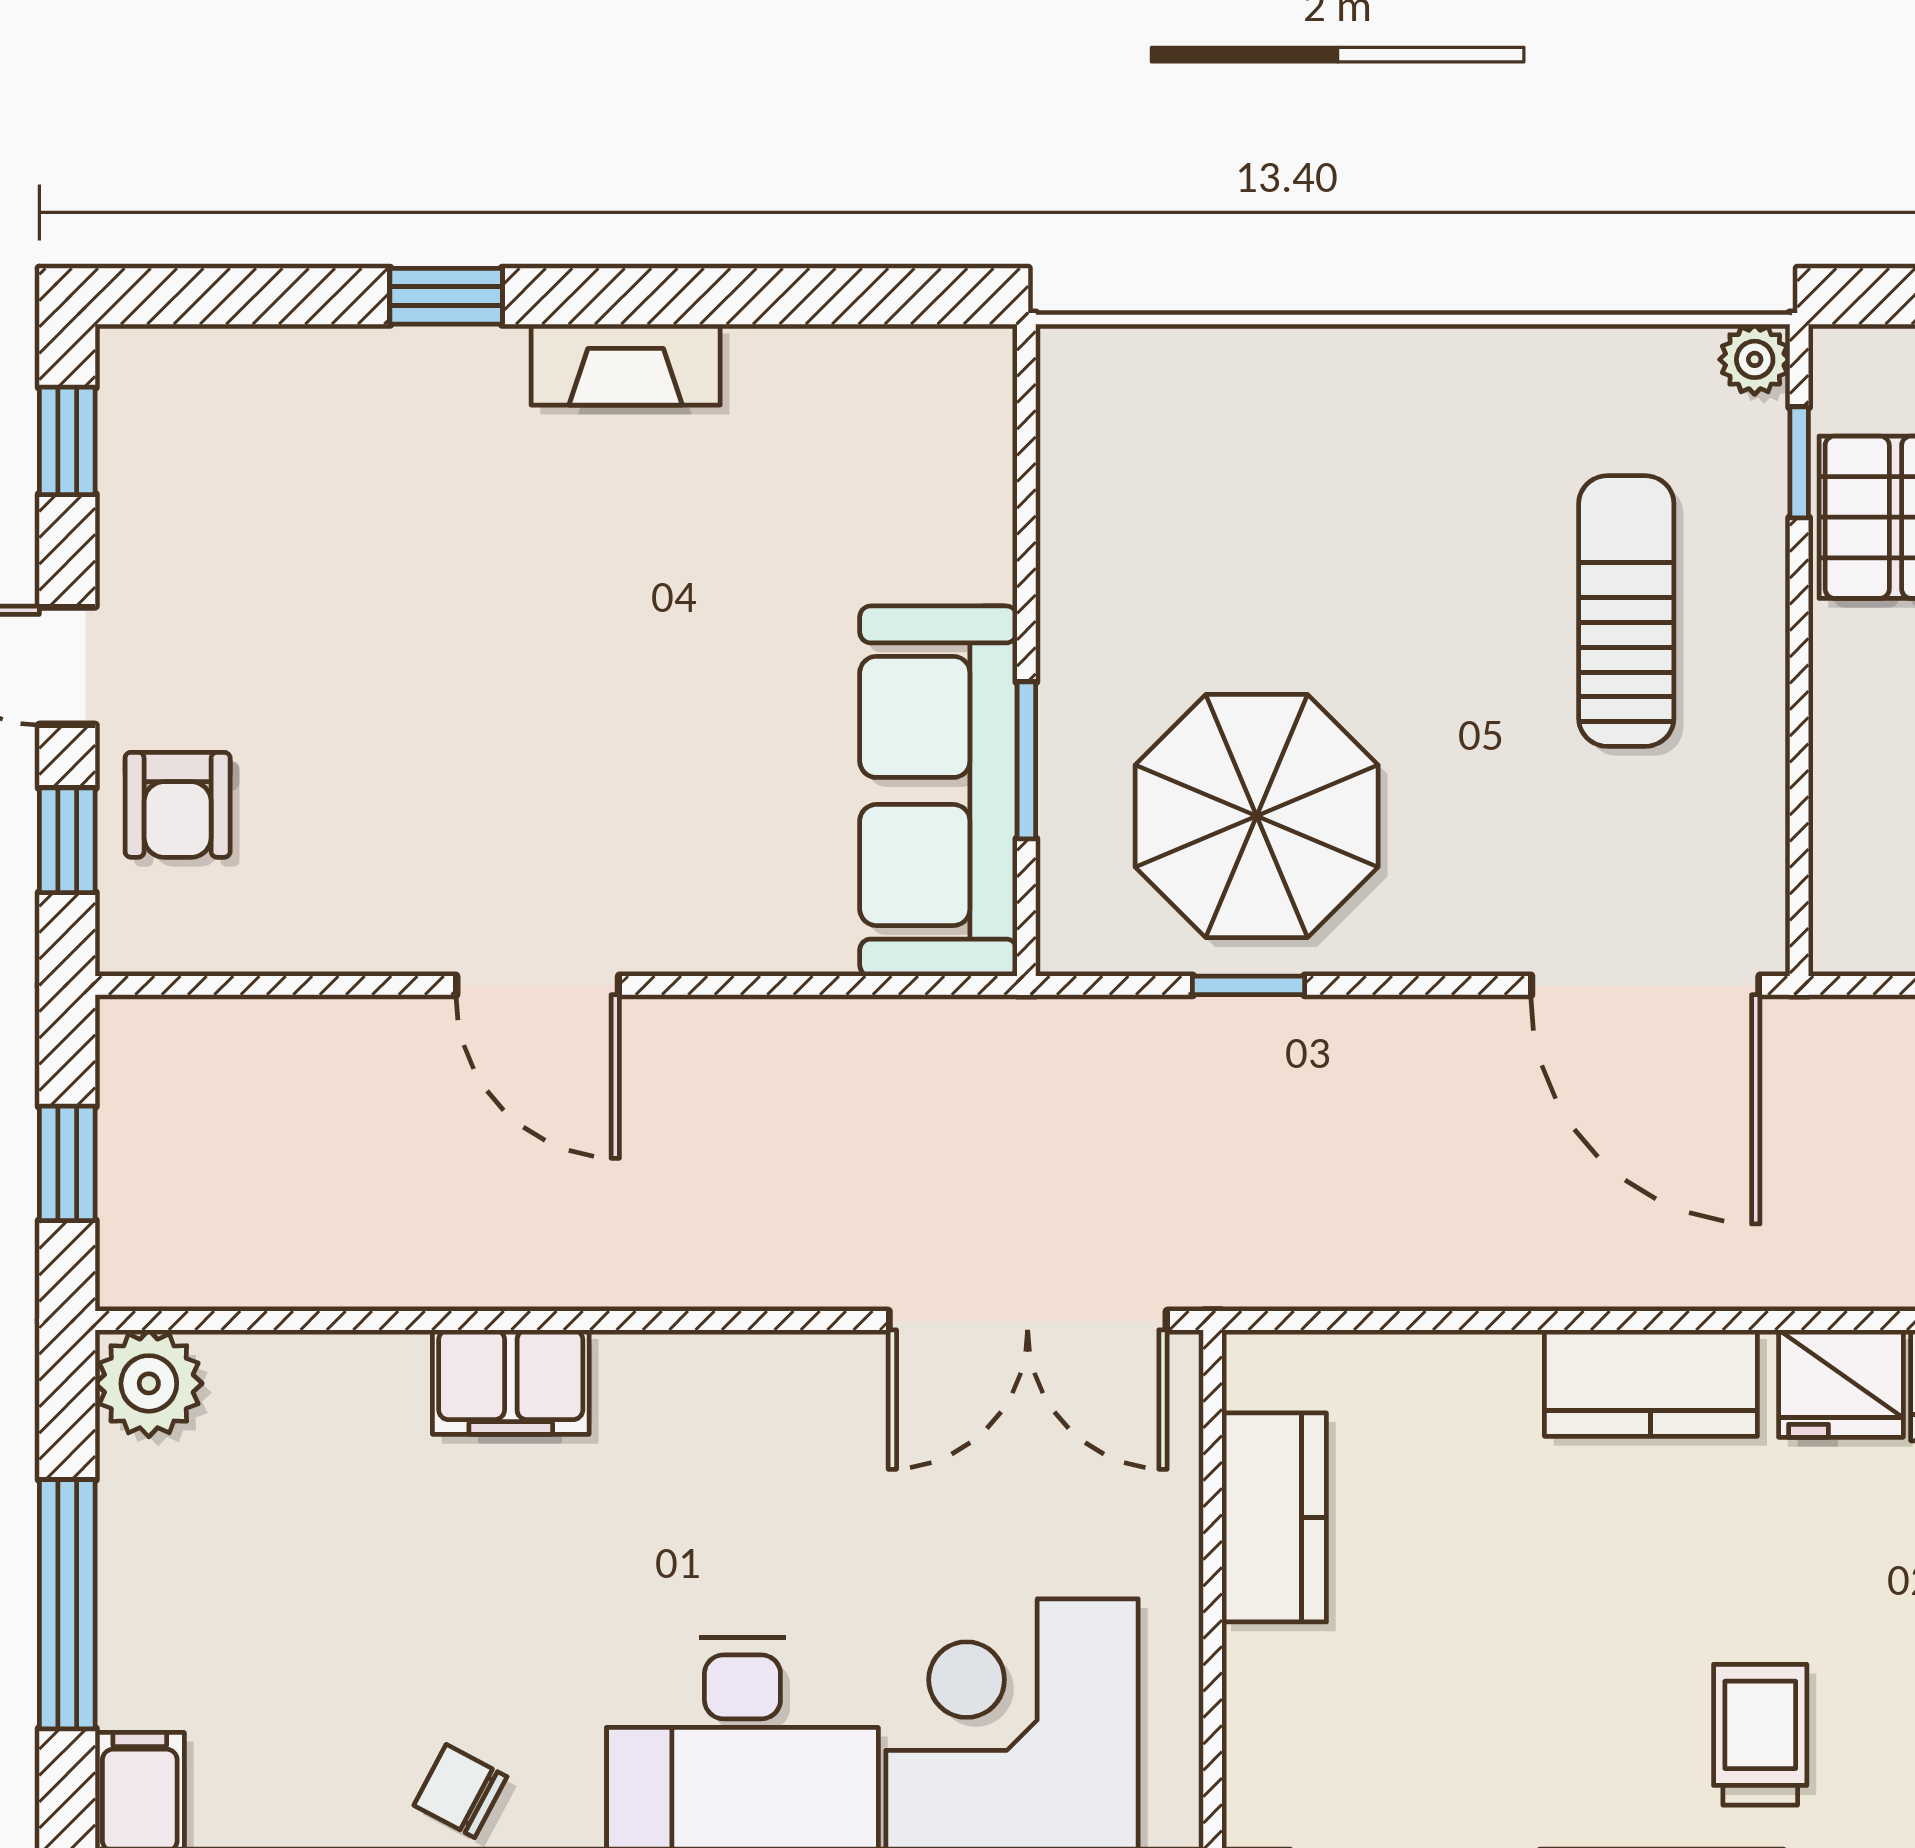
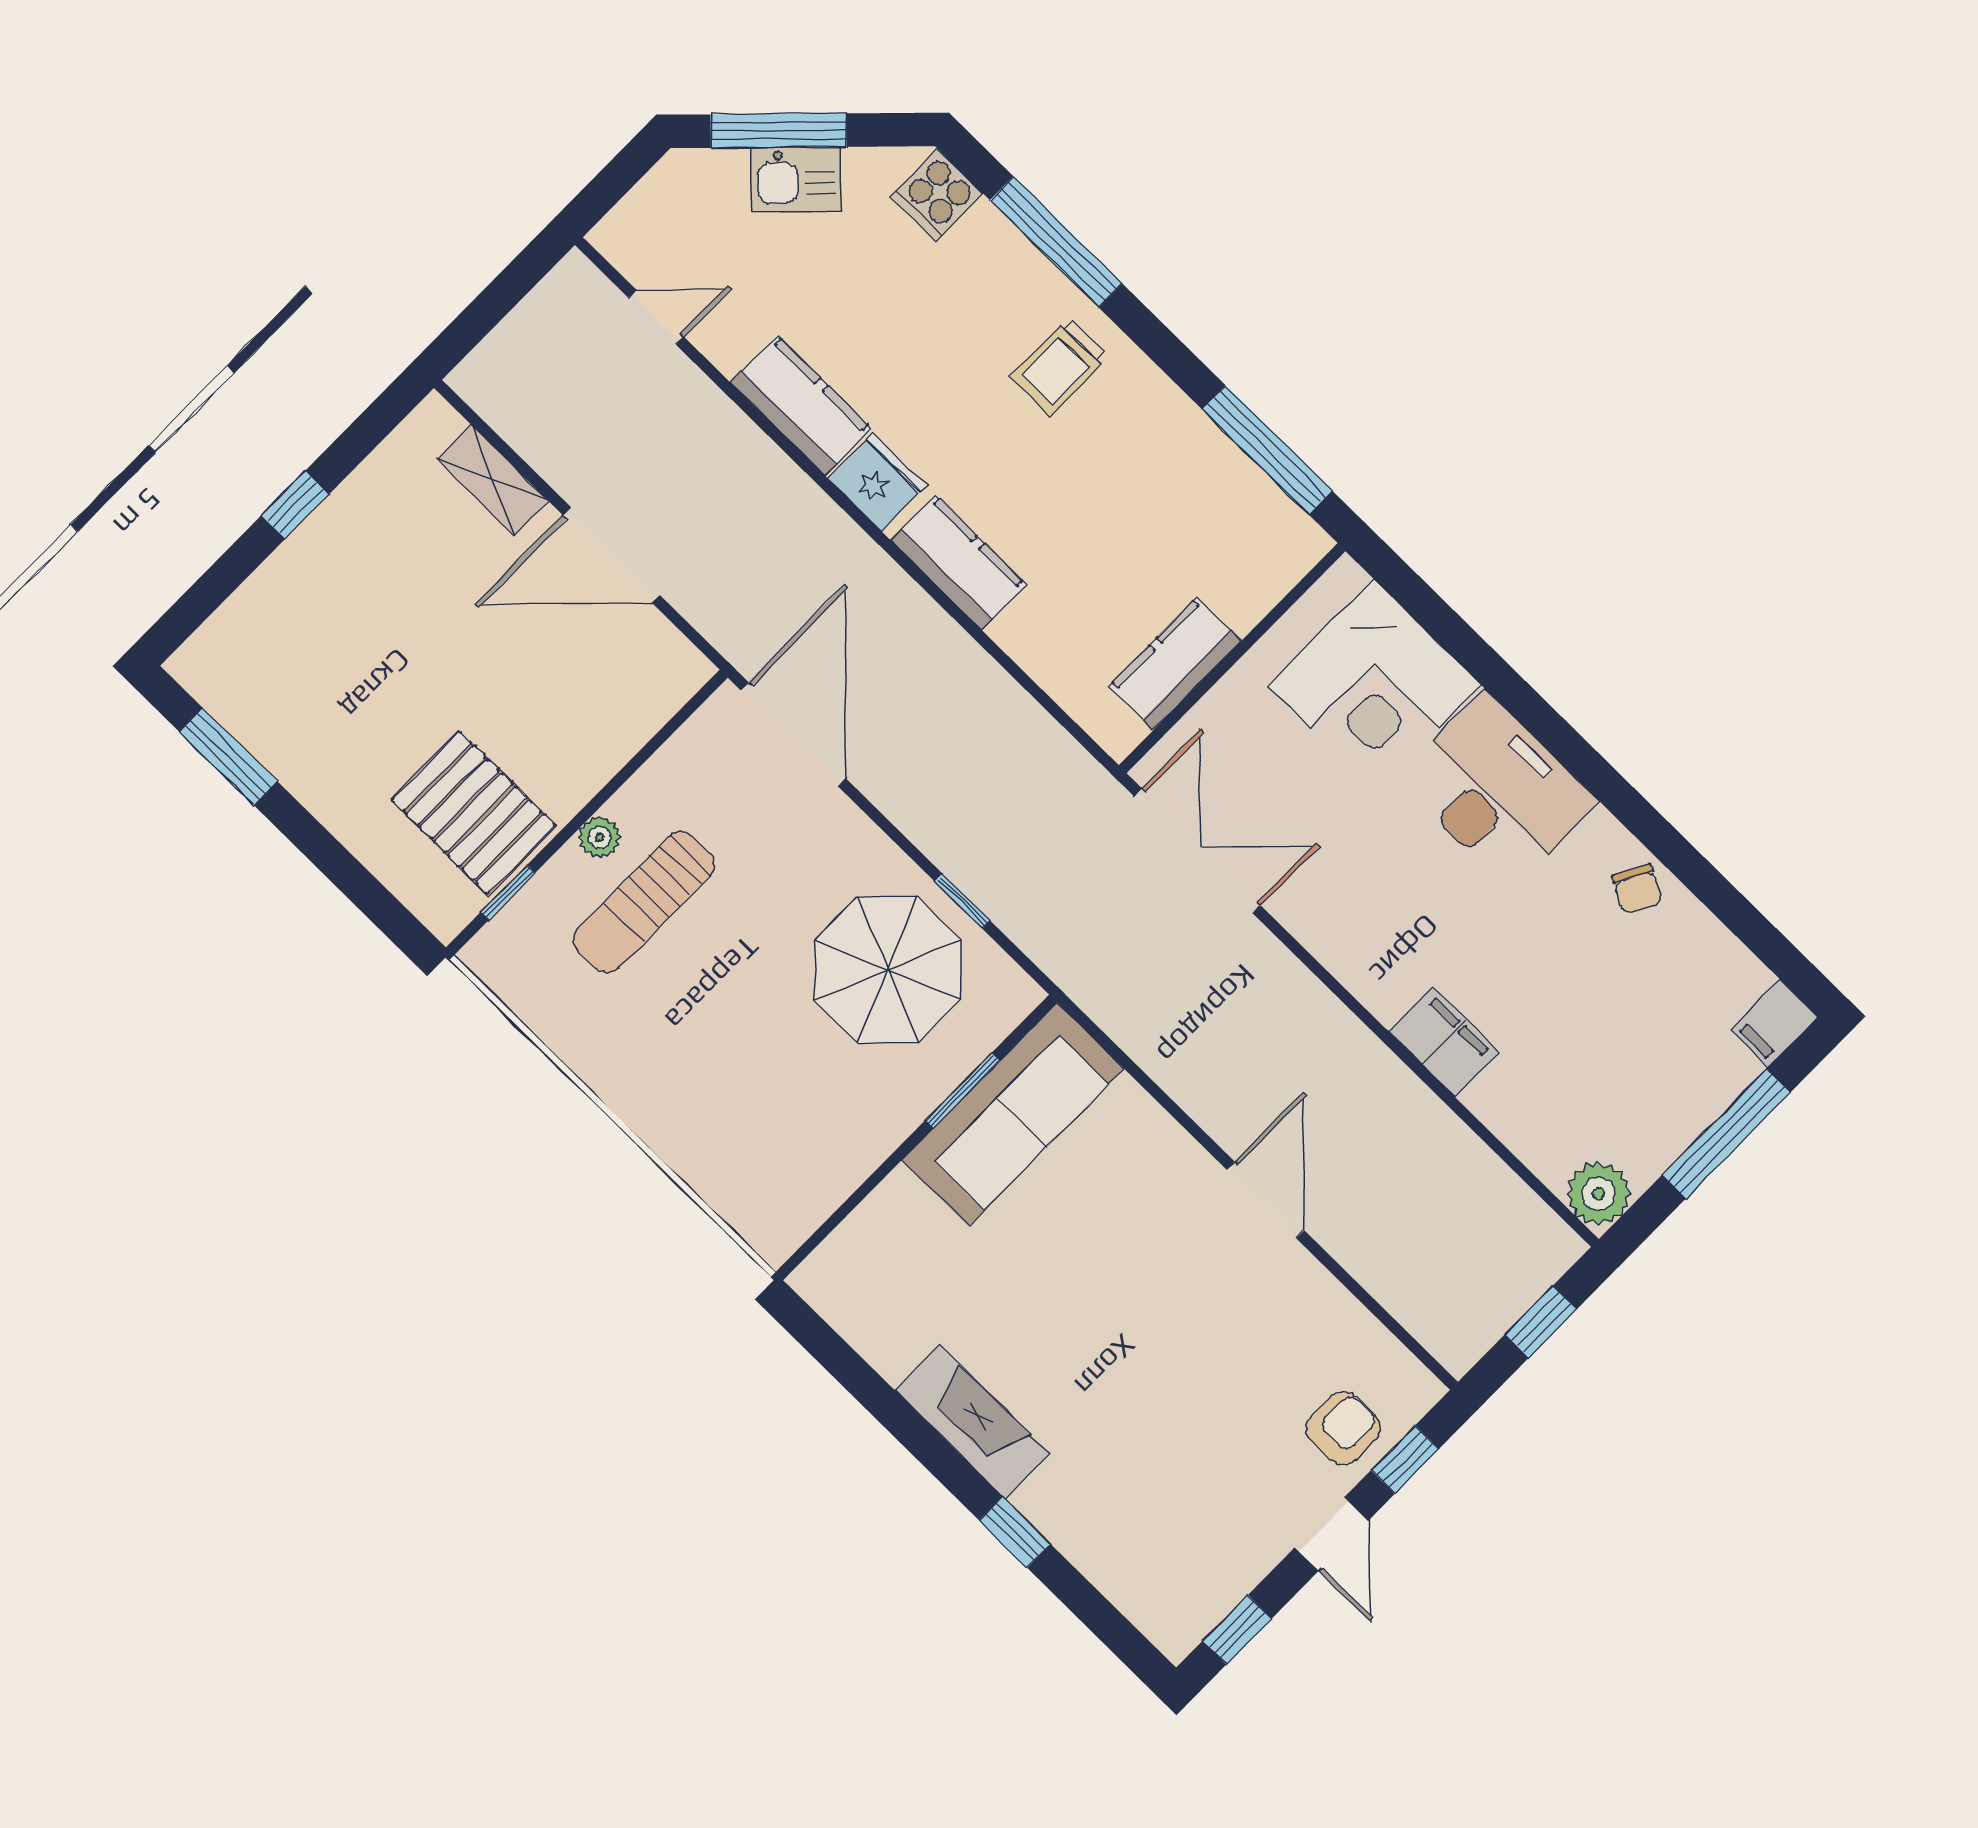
plant: (1755, 359) -> (600, 837), moved
fireplace: (626, 365) -> (972, 1422), width x1.37, depth x1.32

